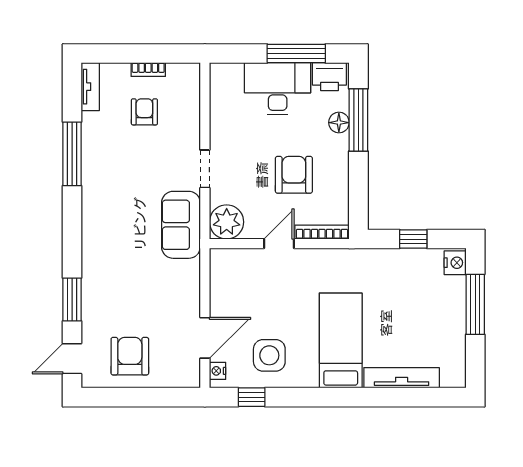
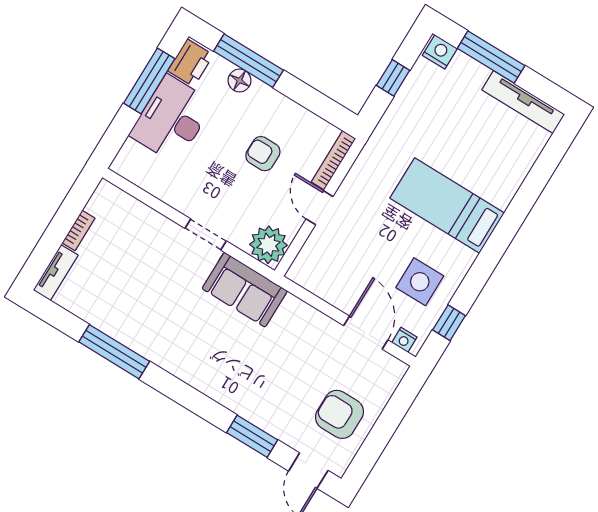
tv unit: (90, 87) -> (56, 273), moved, turned 90
armchair: (144, 112) -> (116, 259), removed
armchair: (294, 175) -> (263, 154), width x0.72, depth x0.72
tv unit: (402, 378) -> (523, 102), moved, turned -90

